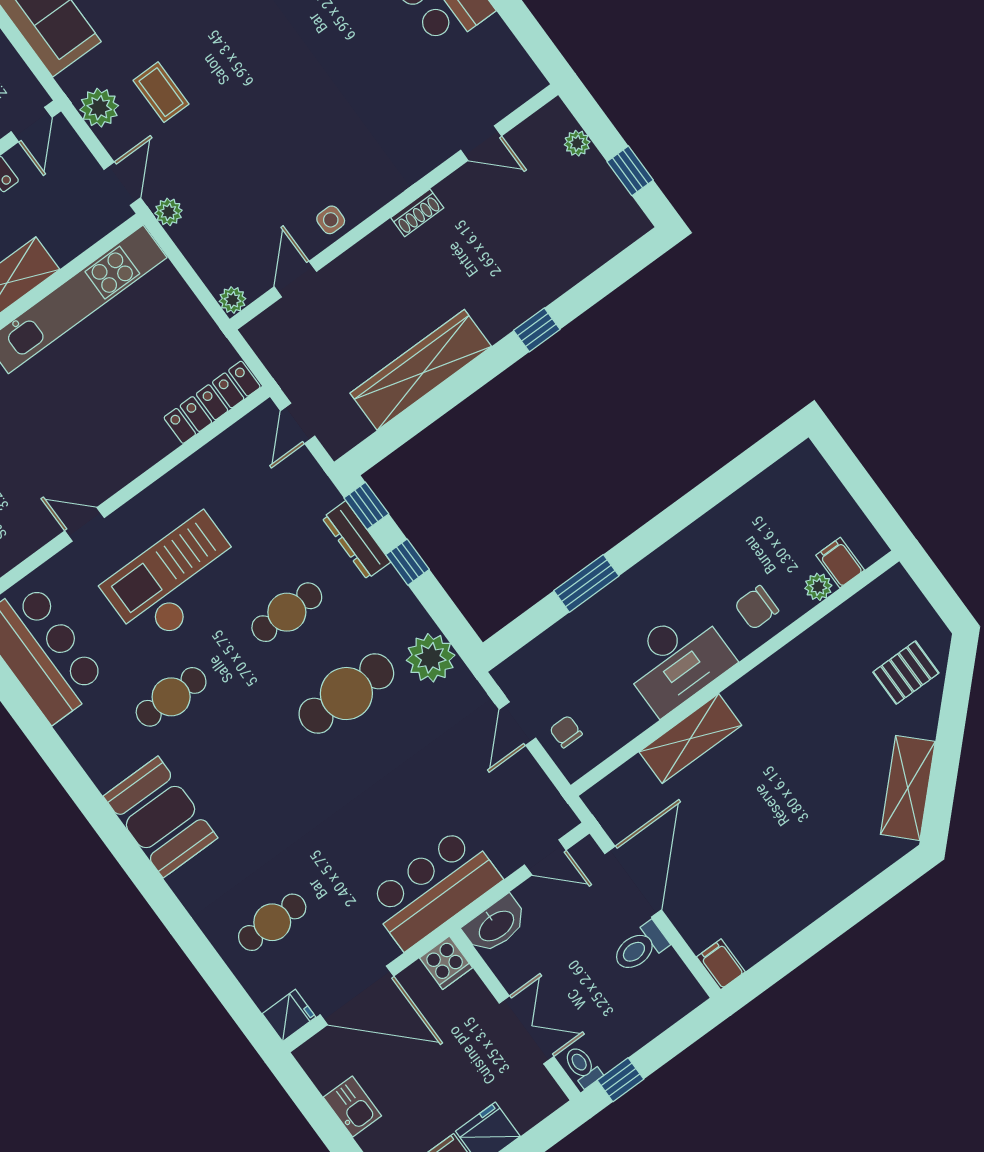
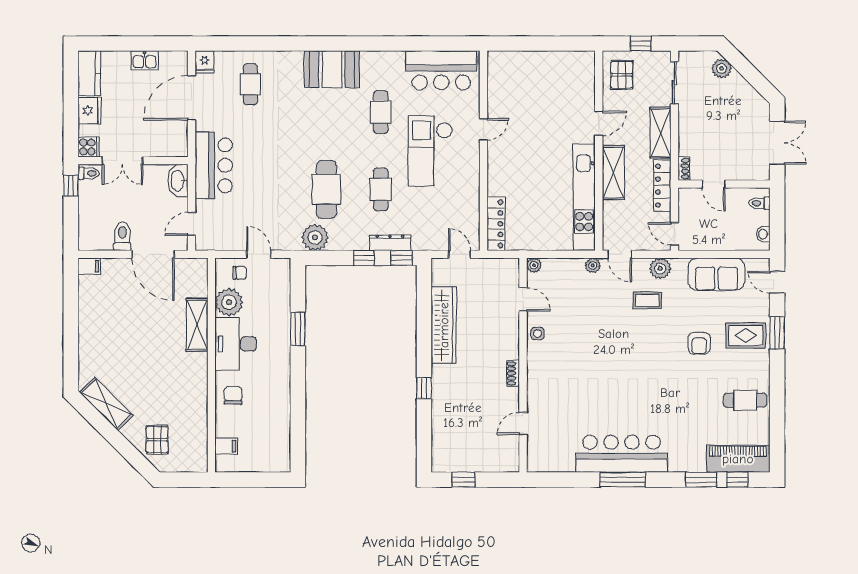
plant: (577, 143) -> (492, 465), removed
checkout: (175, 580) -> (430, 151), turned 180
plant: (818, 587) -> (229, 302), moved, width x1.87, depth x1.87
cooker: (446, 963) -> (89, 147), moved, turned 180

